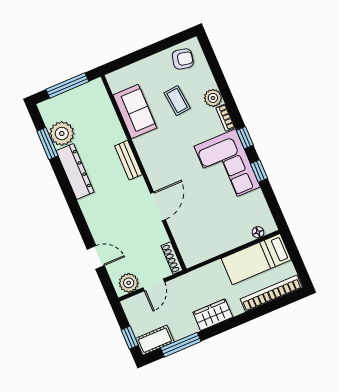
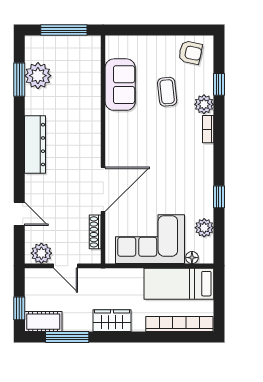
window: (245, 138) -> (219, 84), moved
bench: (128, 160) -> (93, 131), removed
corner sofa: (227, 167) -> (150, 239), moved, turned 90
dresser: (75, 171) -> (35, 145), moved
plant: (258, 203) -> (204, 228), added
door: (158, 206) -> (103, 189), width x1.36
shoe rack: (172, 258) -> (95, 232), moved
door: (154, 285) -> (66, 266), hinge flipped

